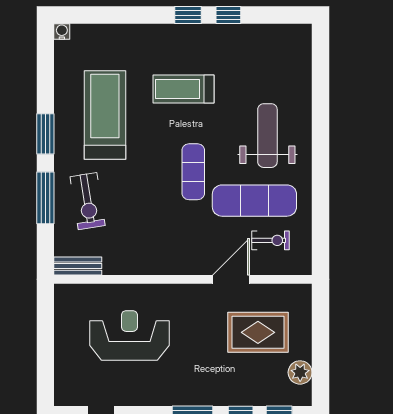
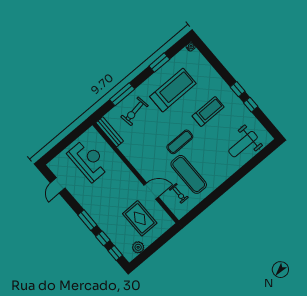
treadmill: (184, 89) -> (208, 111), turned 90
window: (45, 134) -> (159, 63), moved
weight bench: (267, 136) -> (243, 144), moved, turned 180
bench: (78, 266) -> (110, 132), width x1.36
reception desk: (129, 335) -> (88, 160), moved

